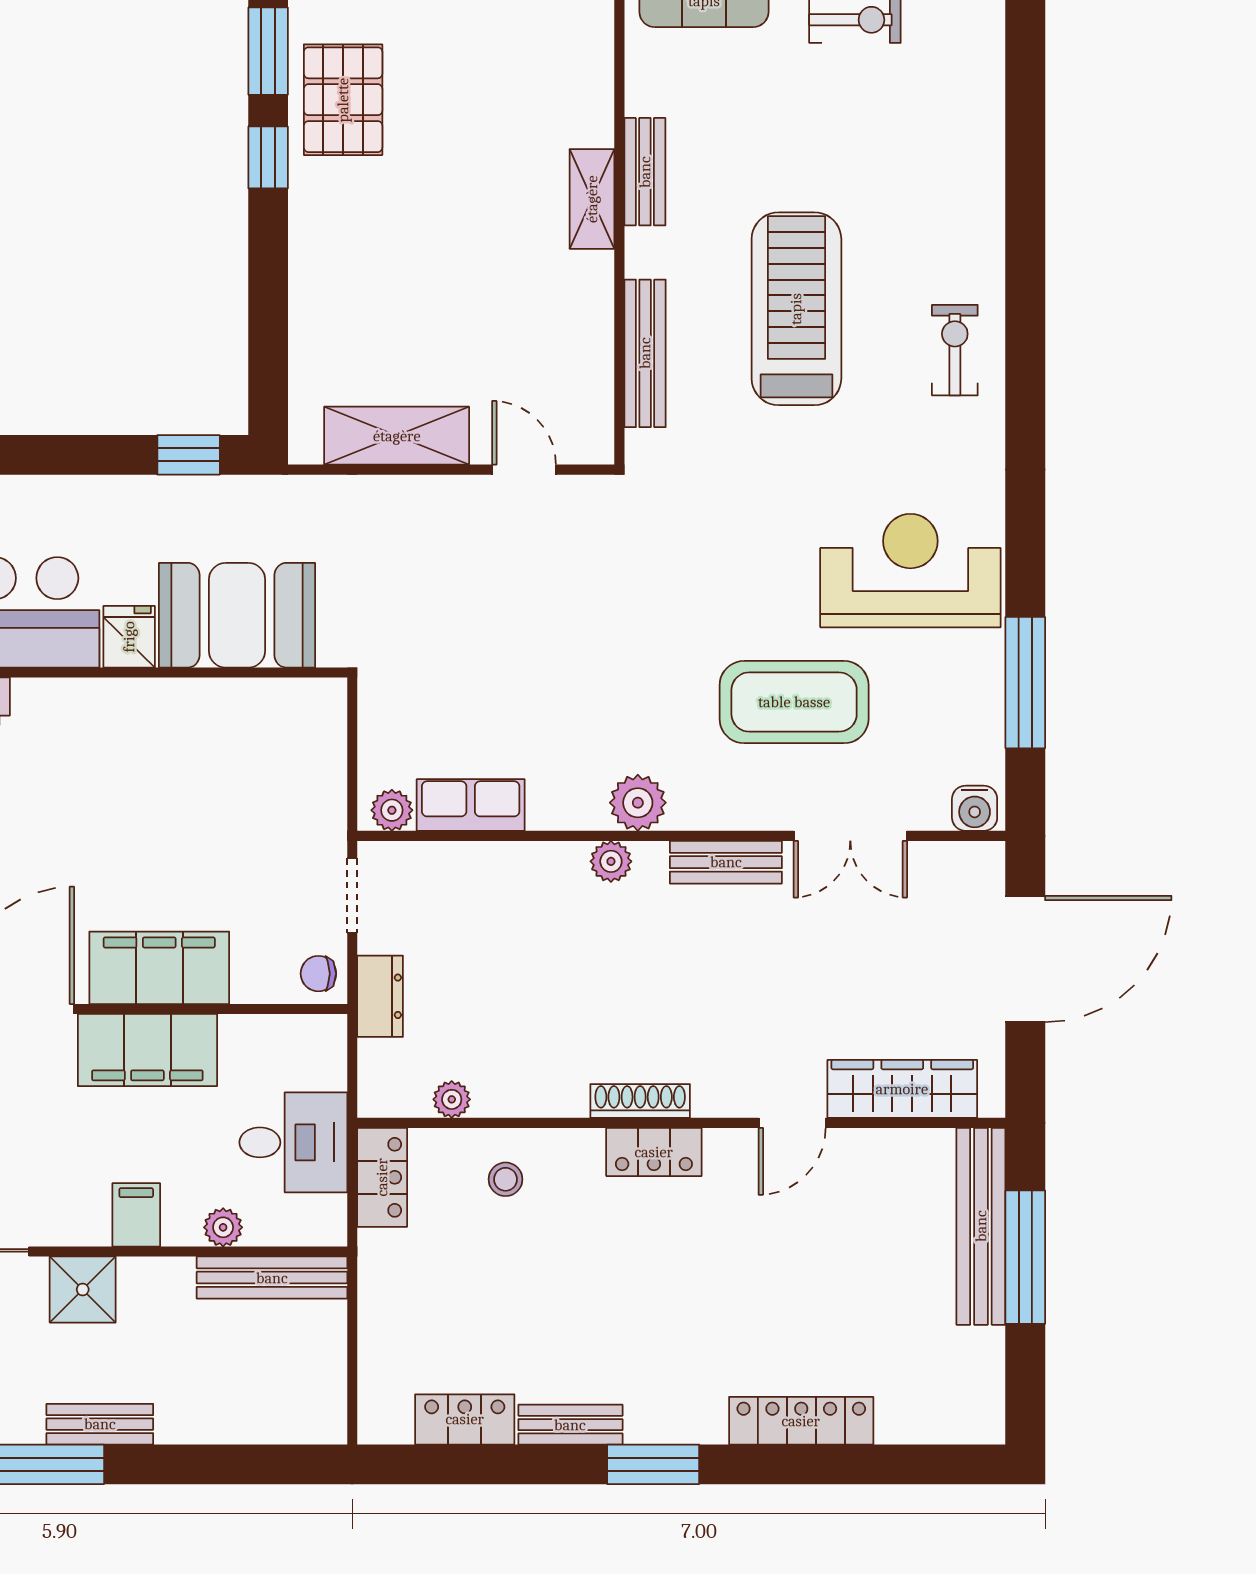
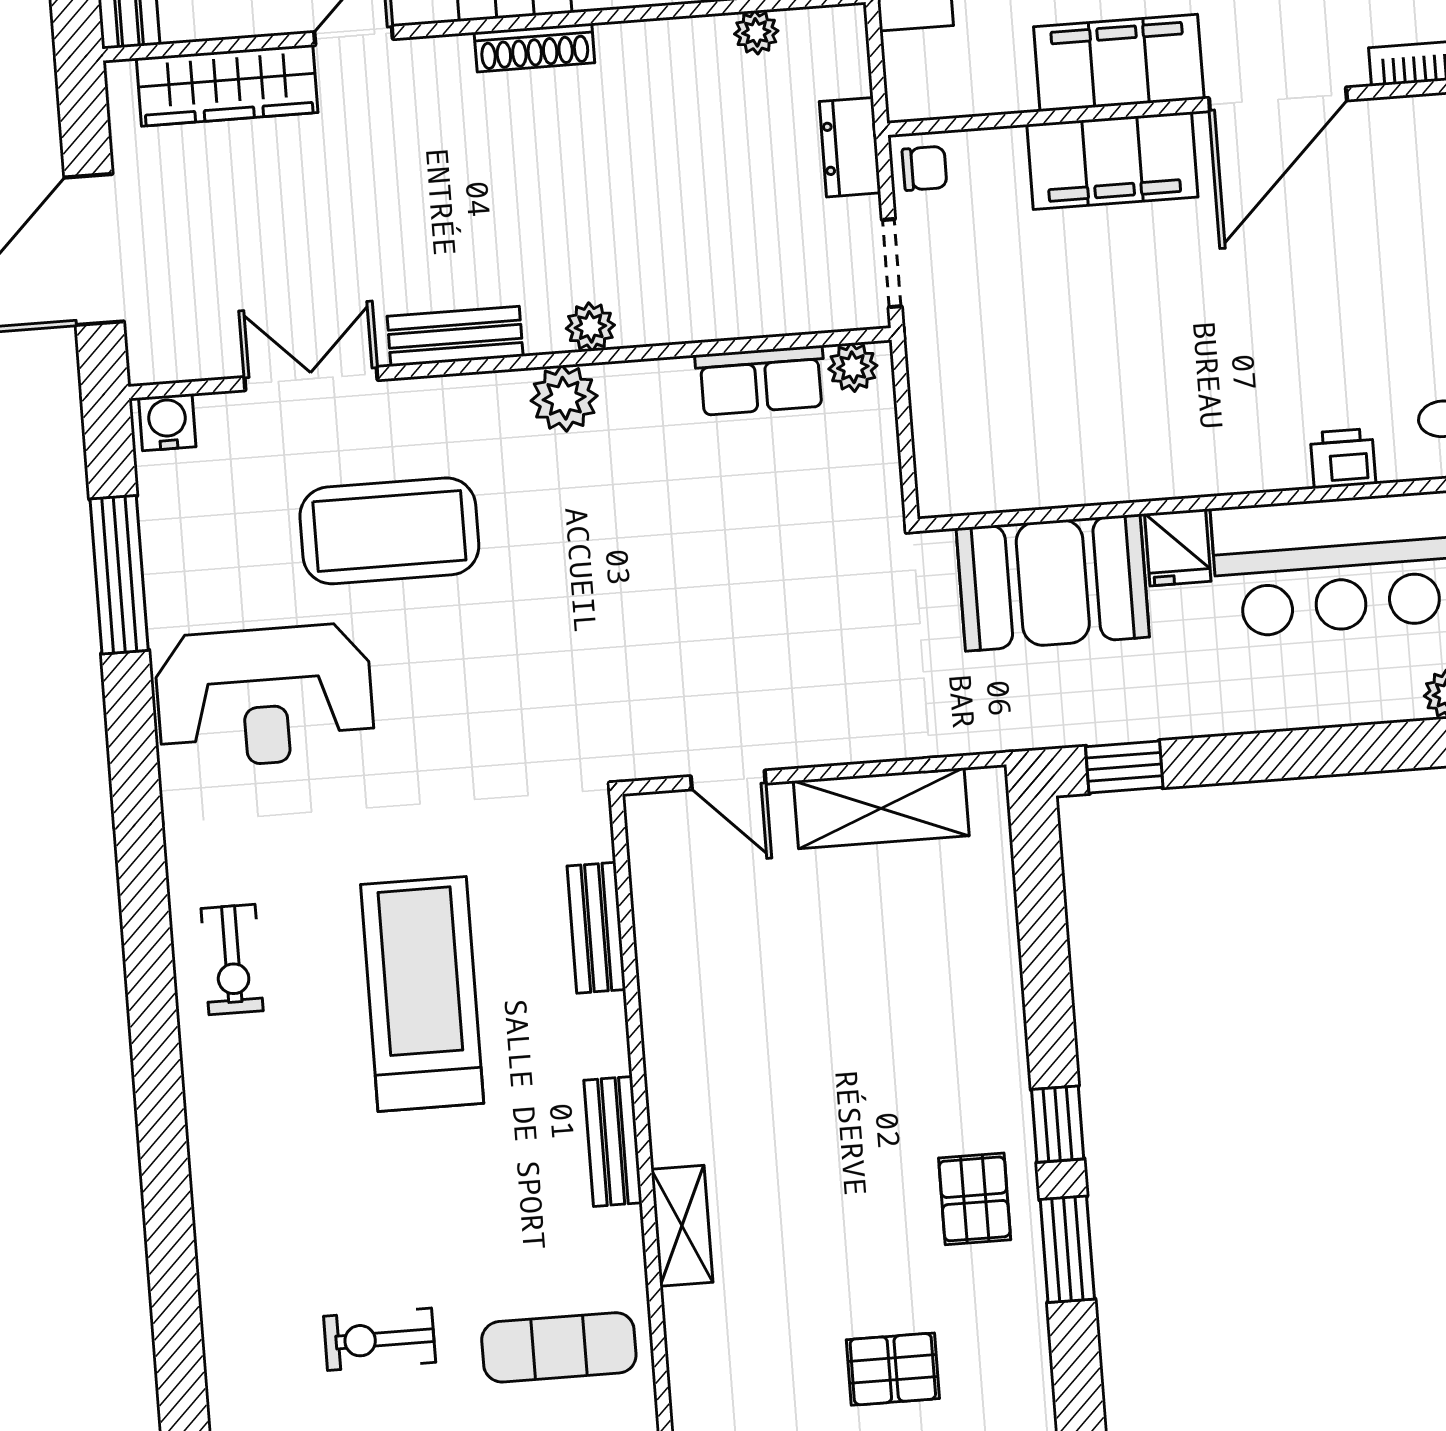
pallet: (343, 100) -> (975, 1199), width x0.67, depth x0.71
shelving: (592, 199) -> (682, 1226), moved
treadmill: (796, 309) -> (422, 994), turned 180
bench: (645, 353) -> (596, 928), width x0.73

